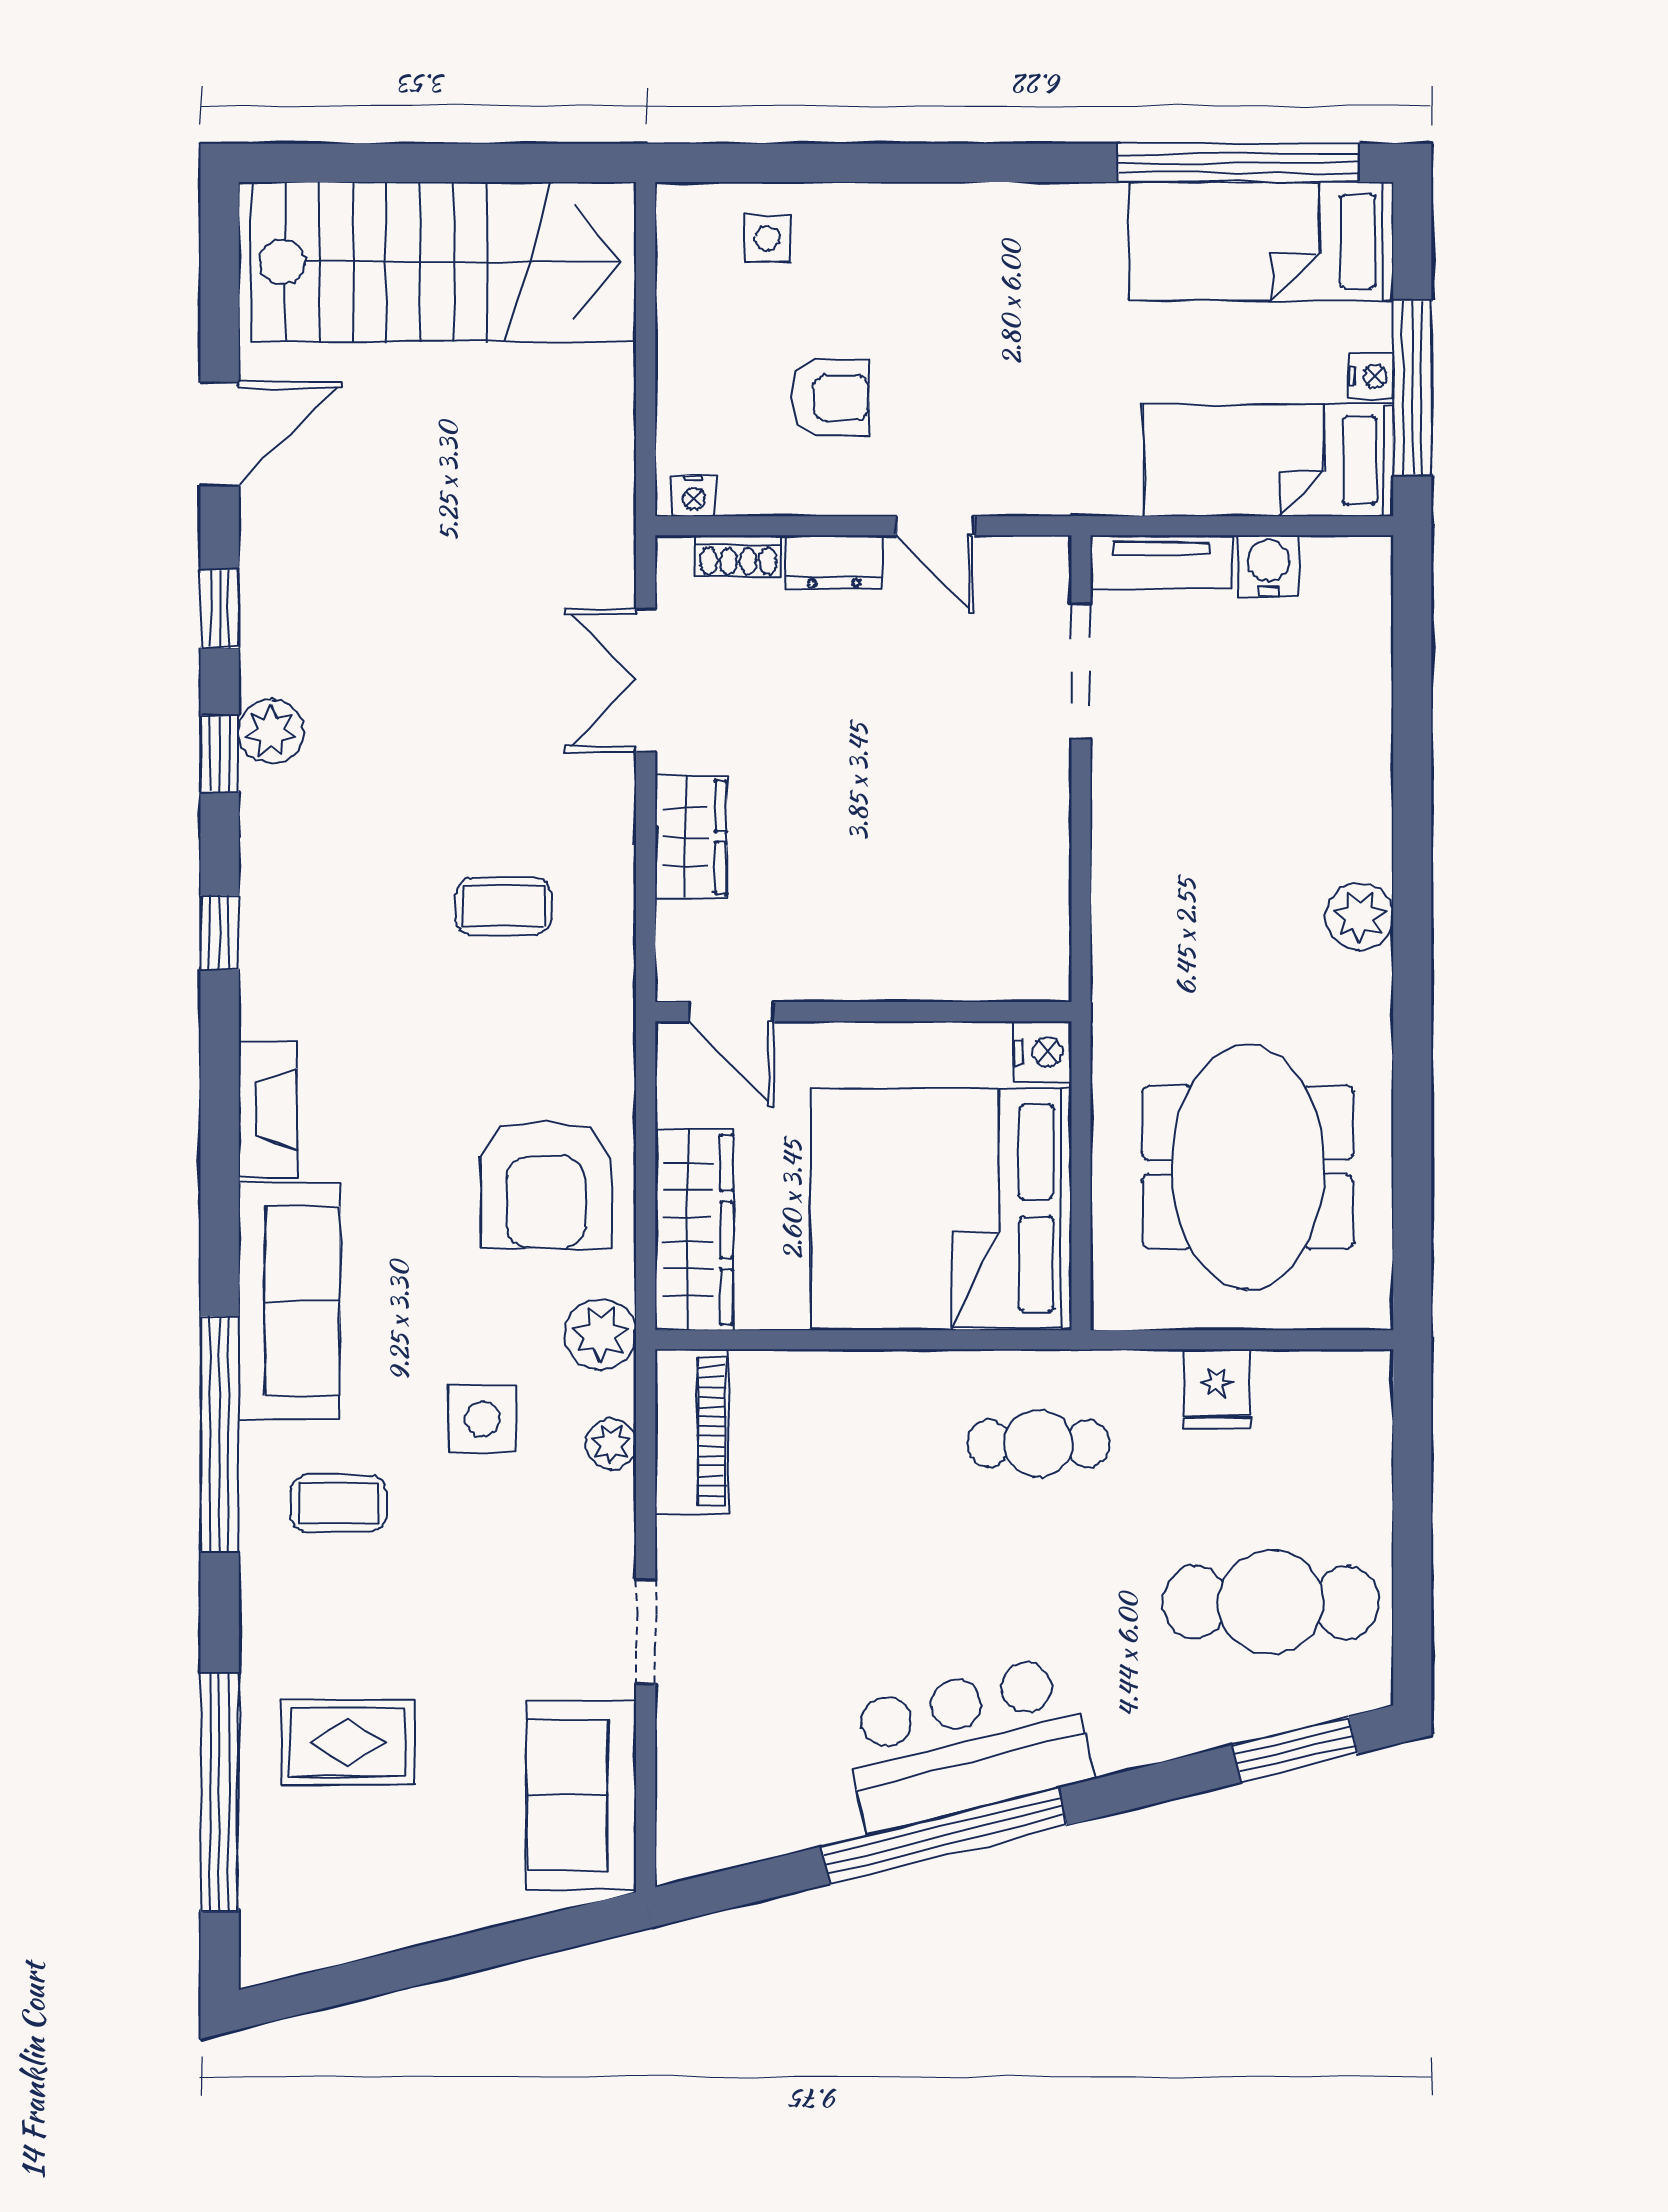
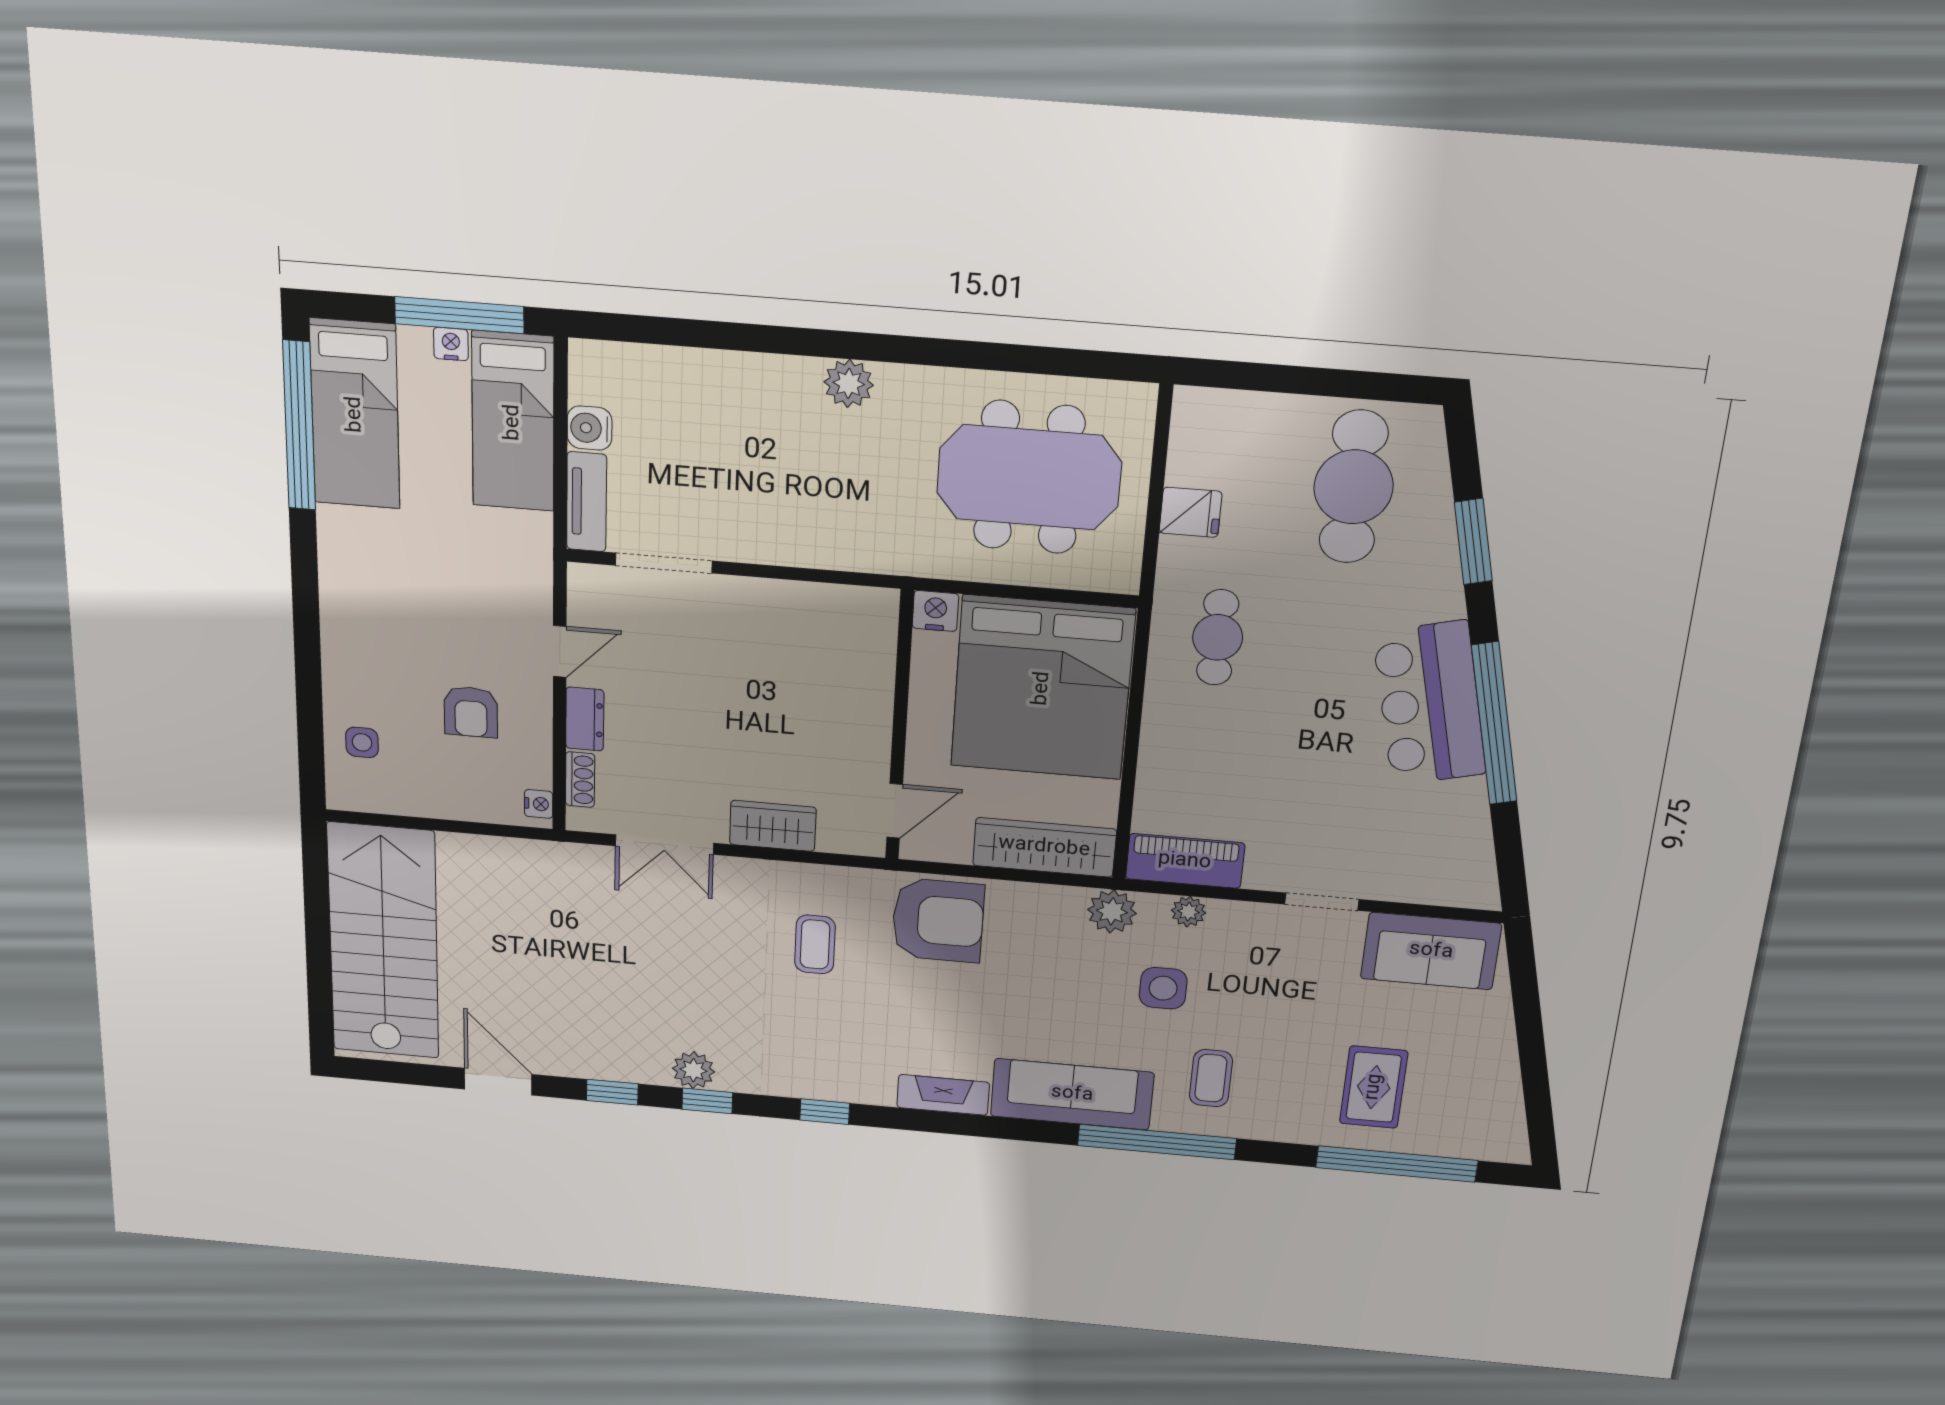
armchair: (830, 398) -> (471, 712), turned 180
armchair: (546, 1184) -> (938, 920), moved
window: (1295, 1749) -> (1473, 542), moved

